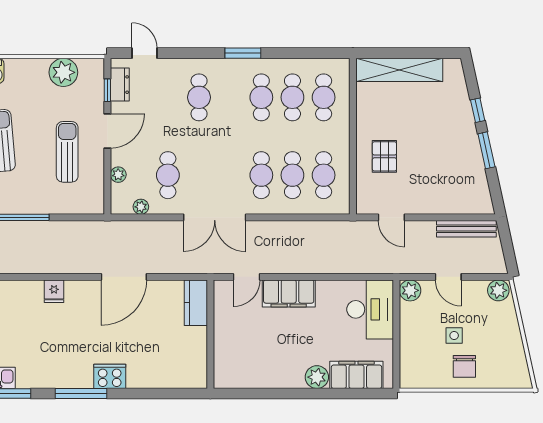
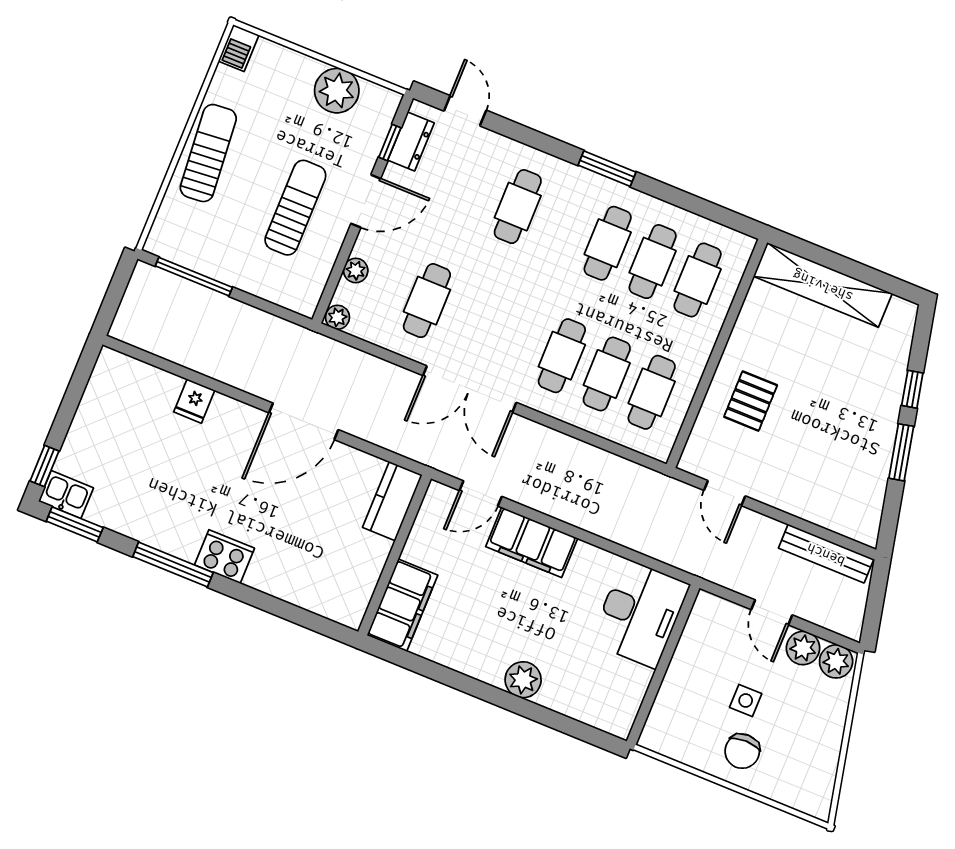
plant: (141, 207) -> (337, 317), moved
plant: (410, 290) -> (803, 648), moved
filing cabinet: (356, 375) -> (402, 605), moved, turned 90

